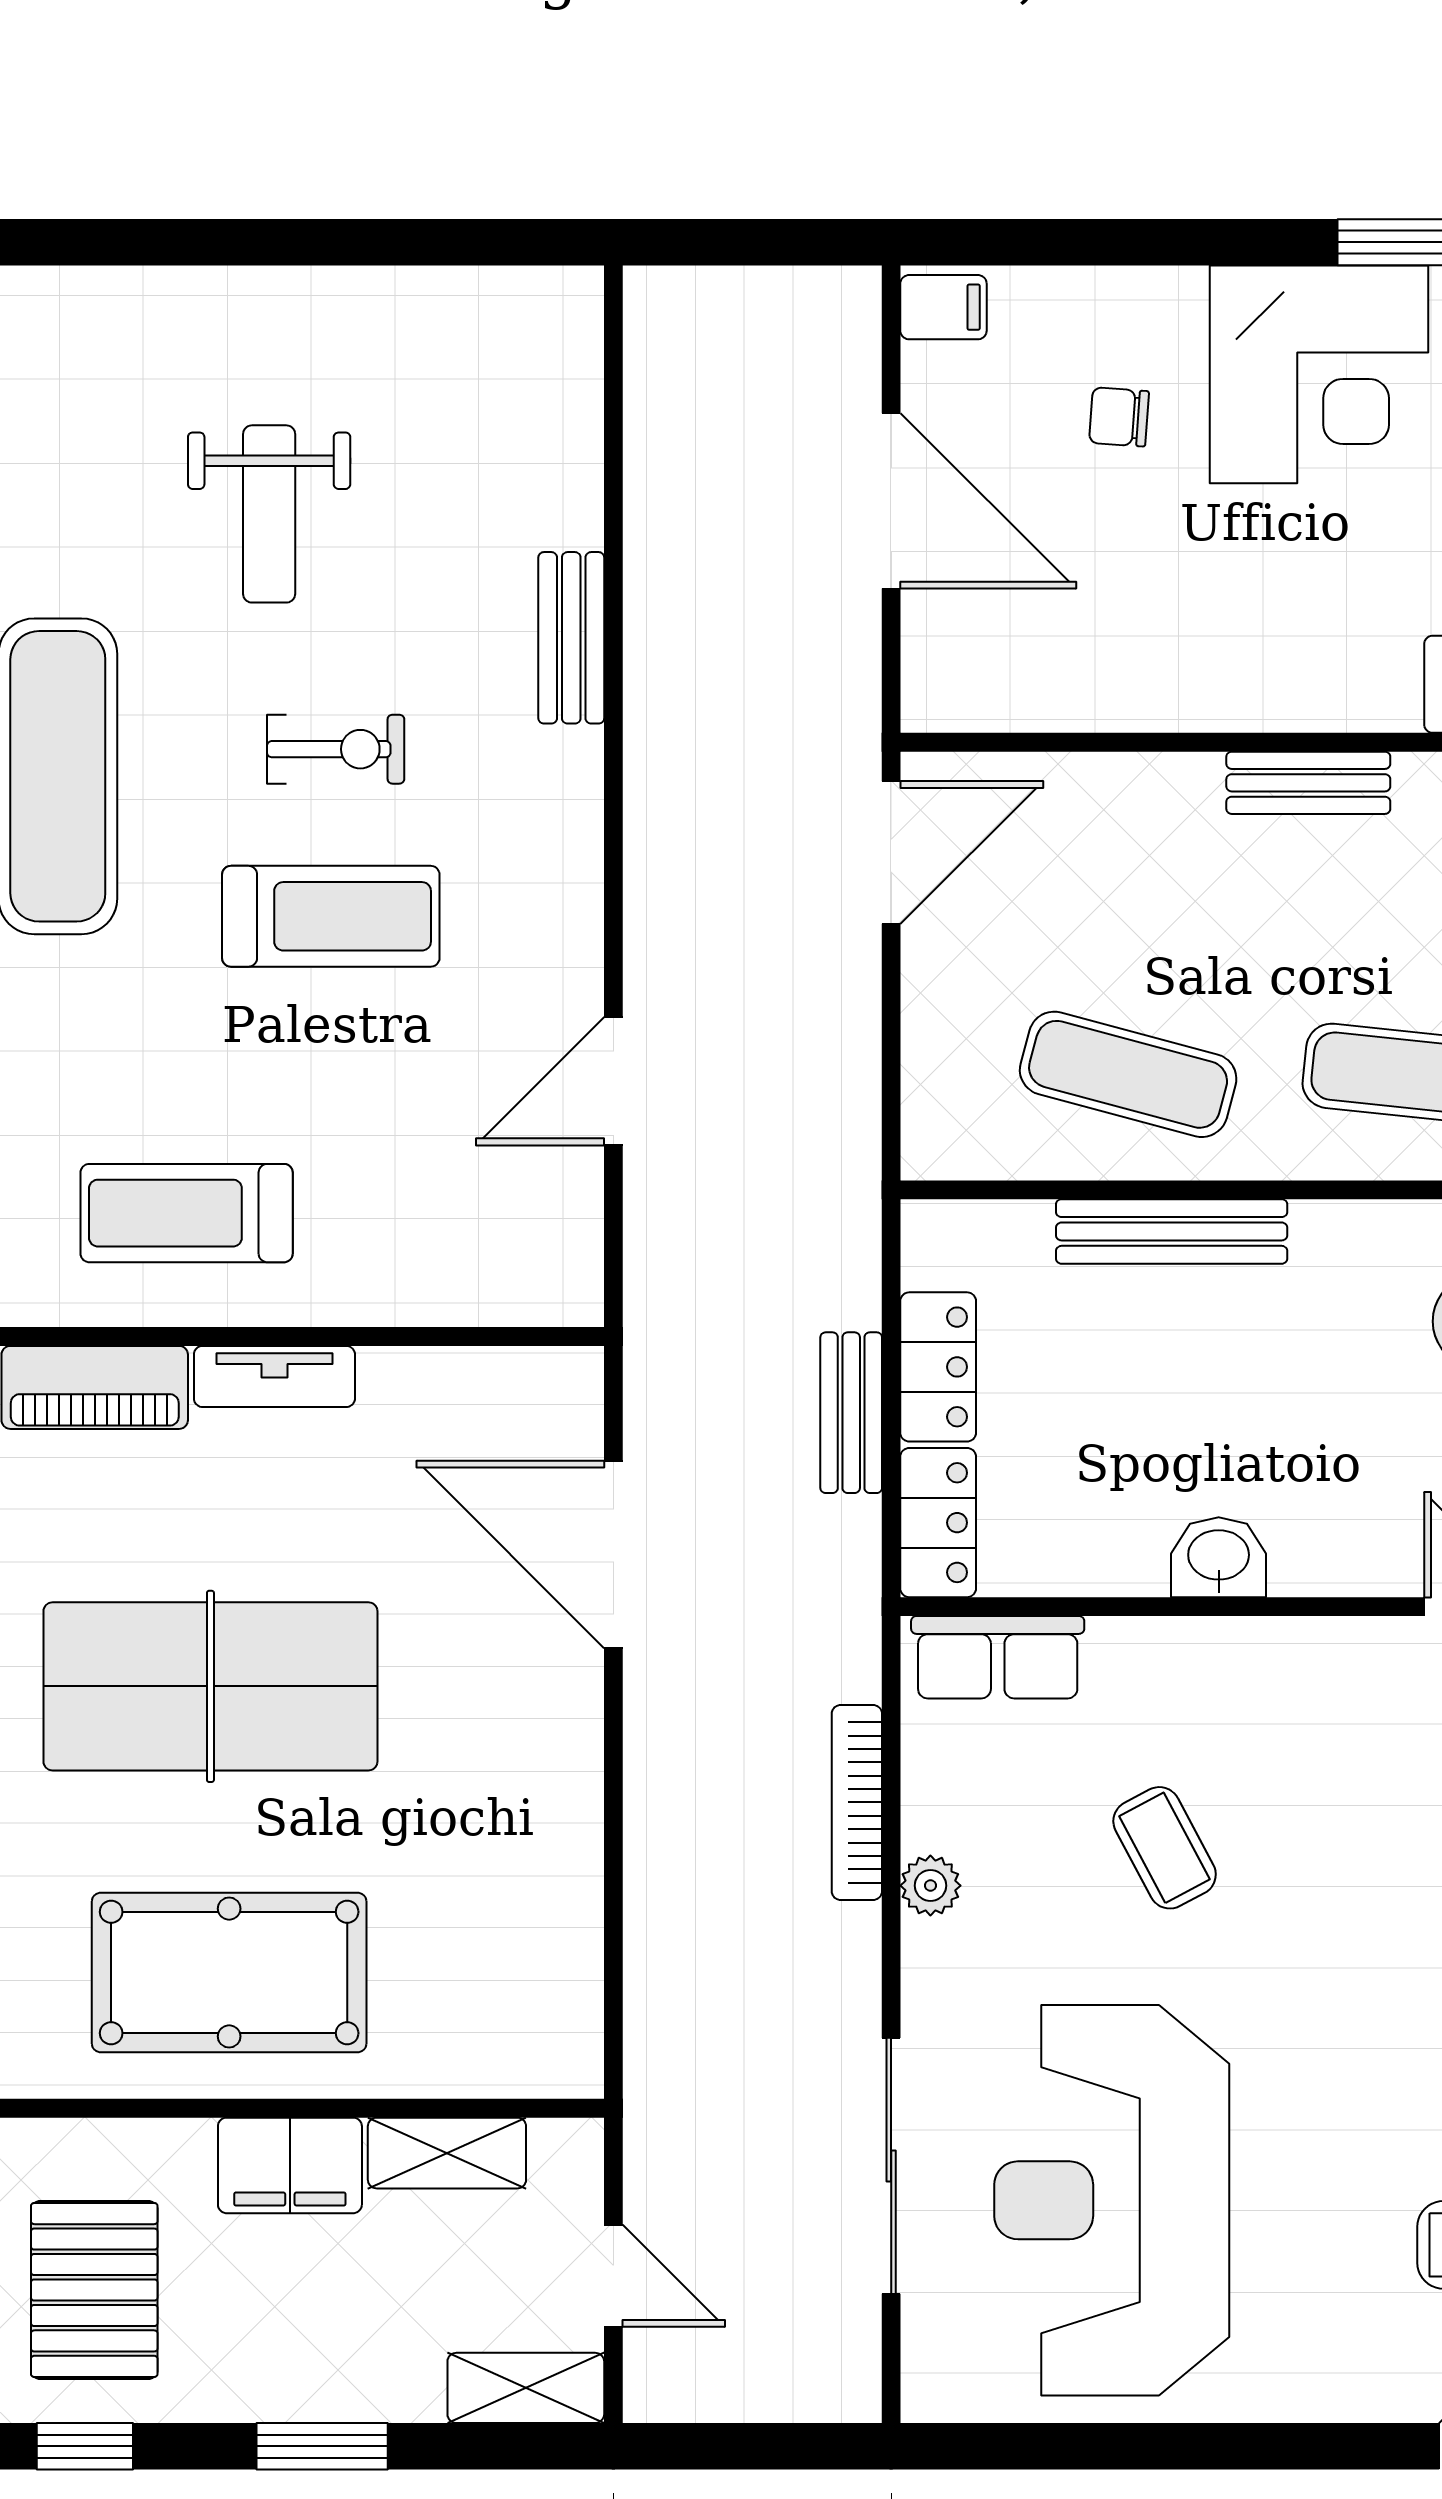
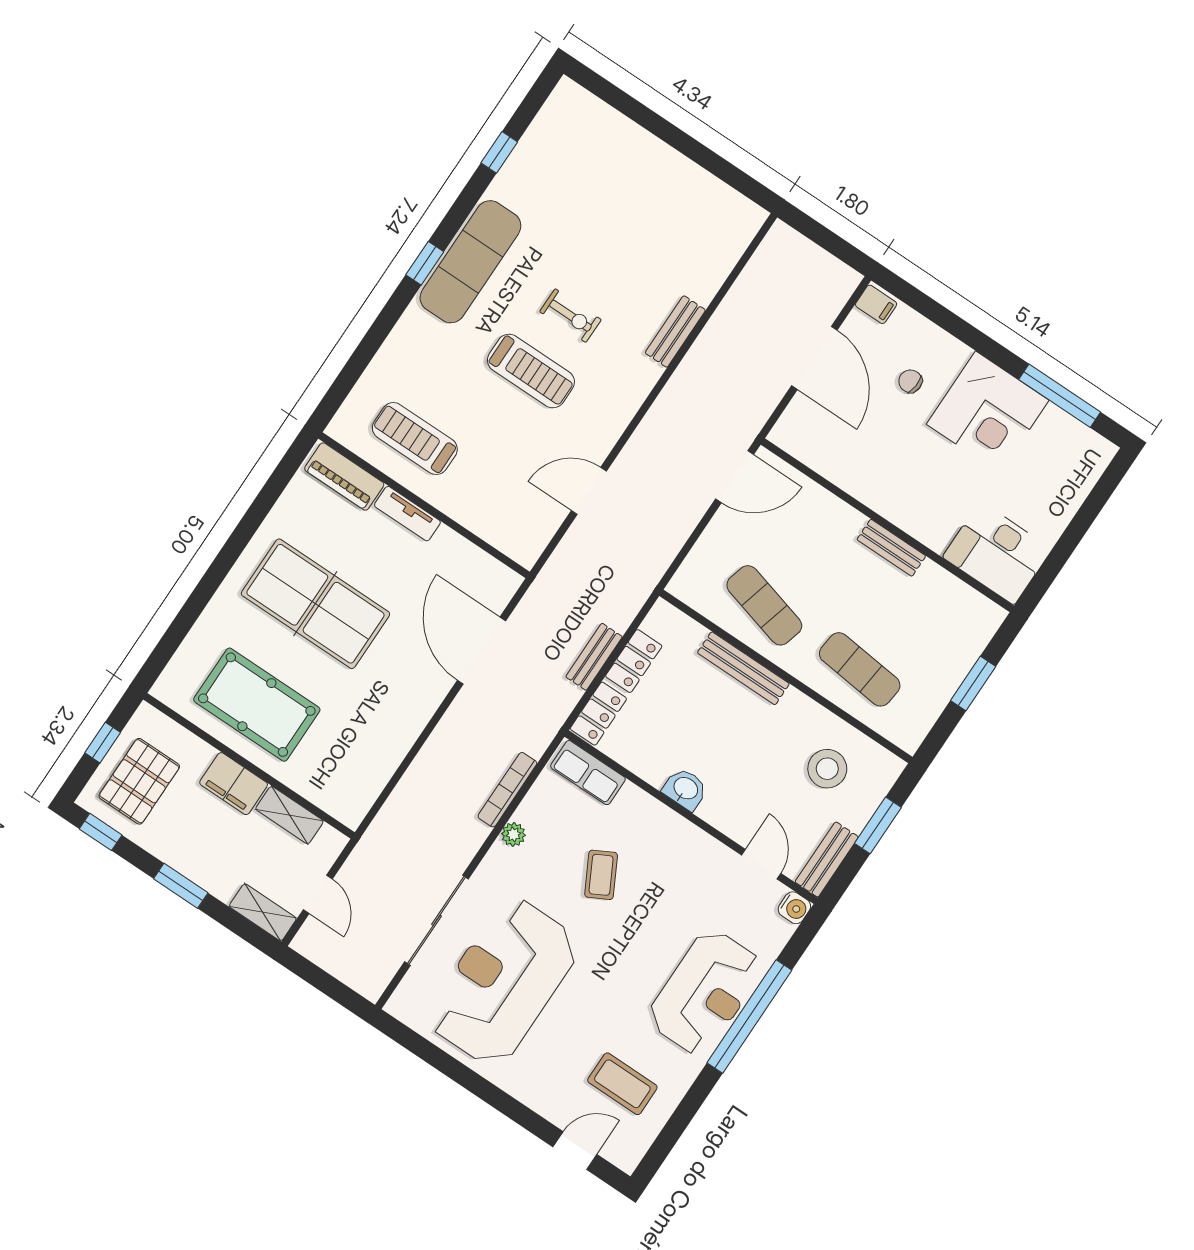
weight bench: (269, 514) -> (601, 221), removed

